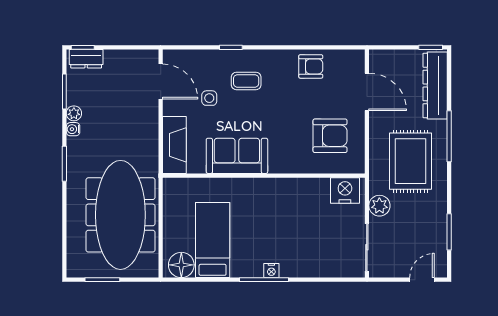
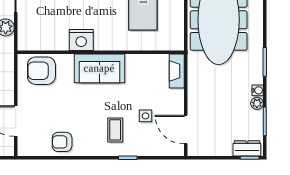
coffee table: (246, 81) -> (115, 130), turned 90
armchair: (330, 136) -> (41, 71), moved
fireplace: (174, 145) -> (177, 71), width x0.73, depth x0.76
sofa: (237, 156) -> (99, 68), moved
nightstand: (345, 190) -> (81, 40), moved

